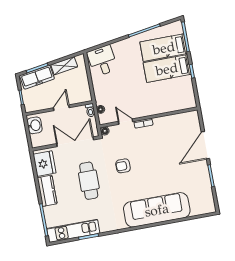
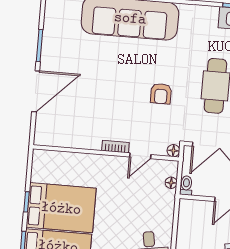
bed: (167, 69) -> (61, 208), width x1.50
door: (126, 122) -> (140, 156), hinge flipped
armchair: (123, 166) -> (161, 94), turned 90

